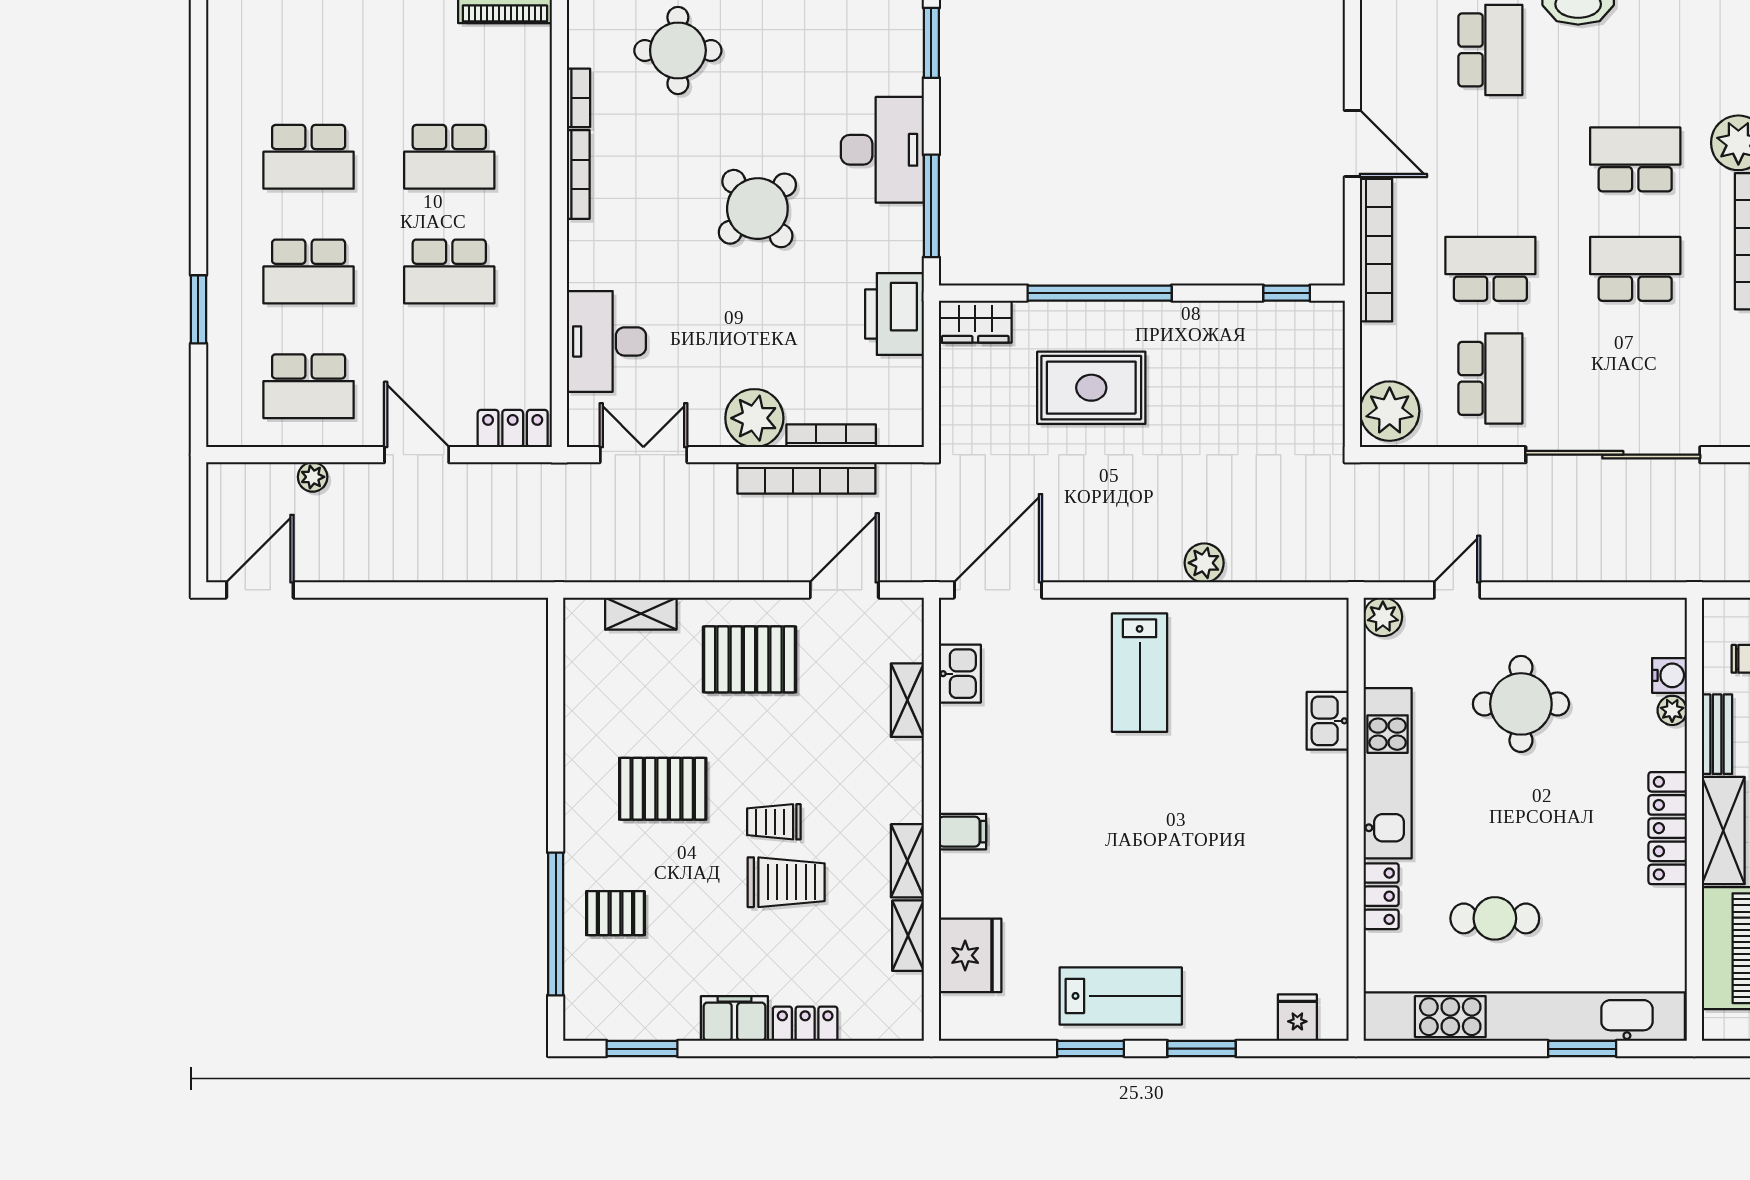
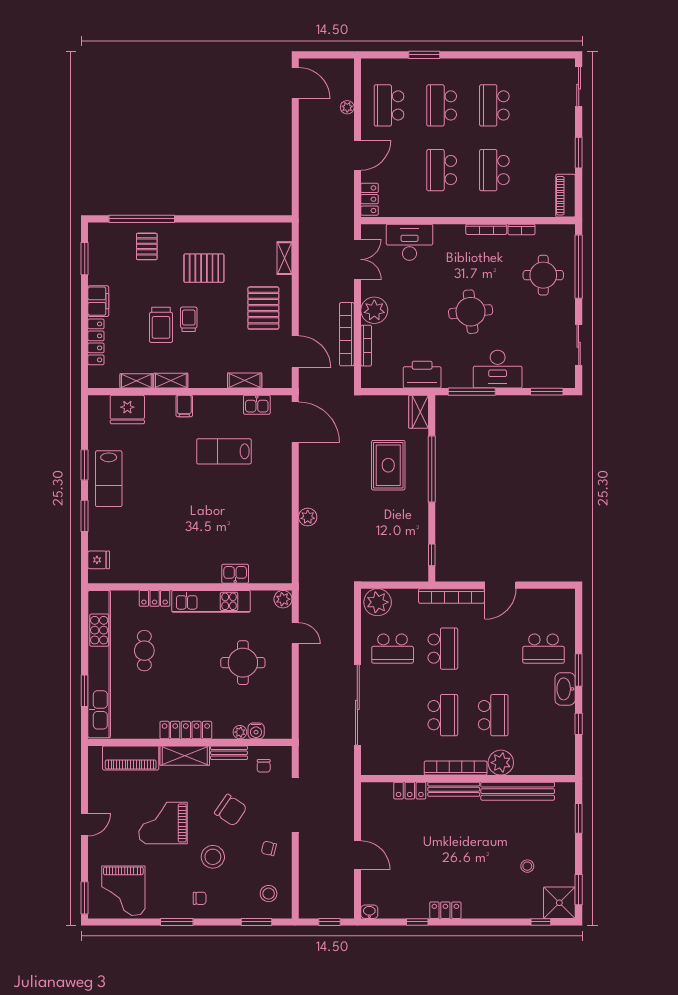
round table: (757, 209) -> (471, 312), turned 35
lab bench: (1140, 673) -> (224, 451), moved
pallet: (663, 789) -> (204, 268), turned 90
locker: (805, 1024) -> (96, 342), width x1.53

